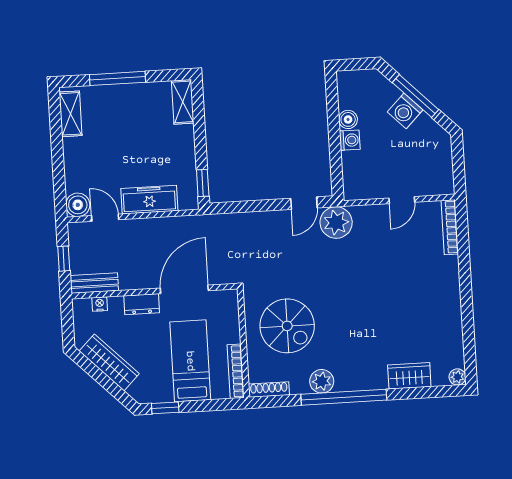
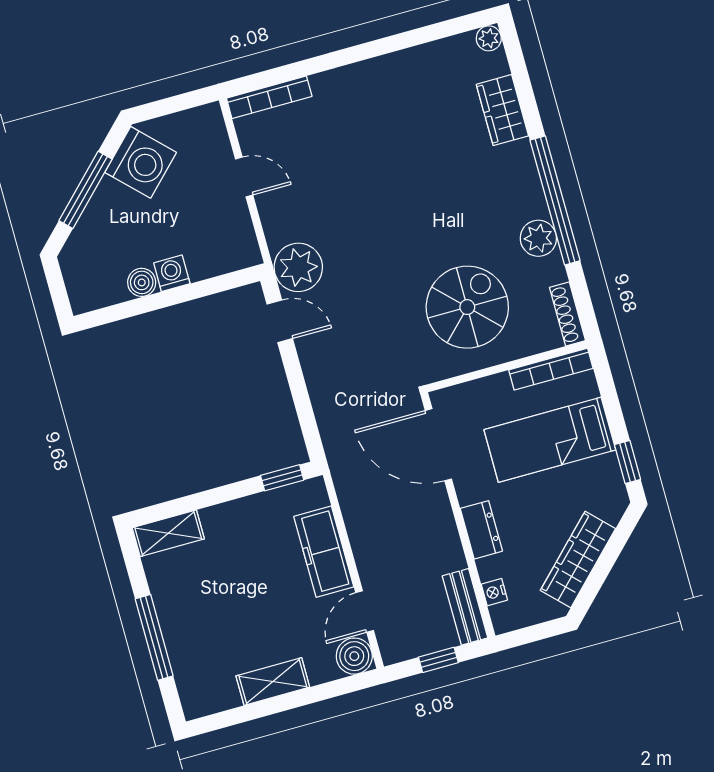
washing machine: (405, 111) -> (141, 162), moved, width x1.37, depth x1.37
shelving: (71, 114) -> (273, 682), moved
door: (184, 289) -> (438, 445), moved

